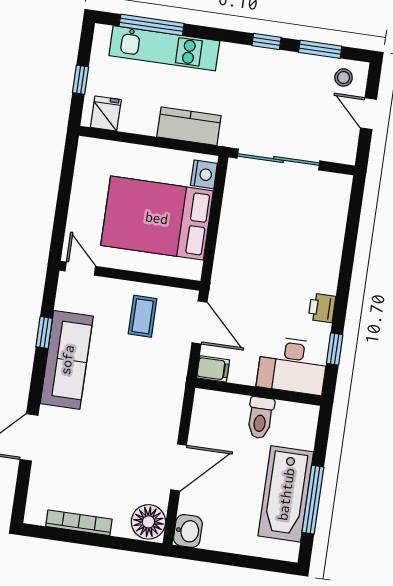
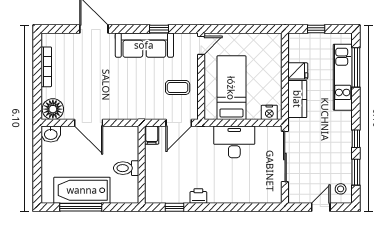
fridge: (106, 114) -> (298, 71), moved
bed: (157, 218) -> (231, 88), width x0.67
desk: (292, 365) -> (234, 142), moved, turned 90

